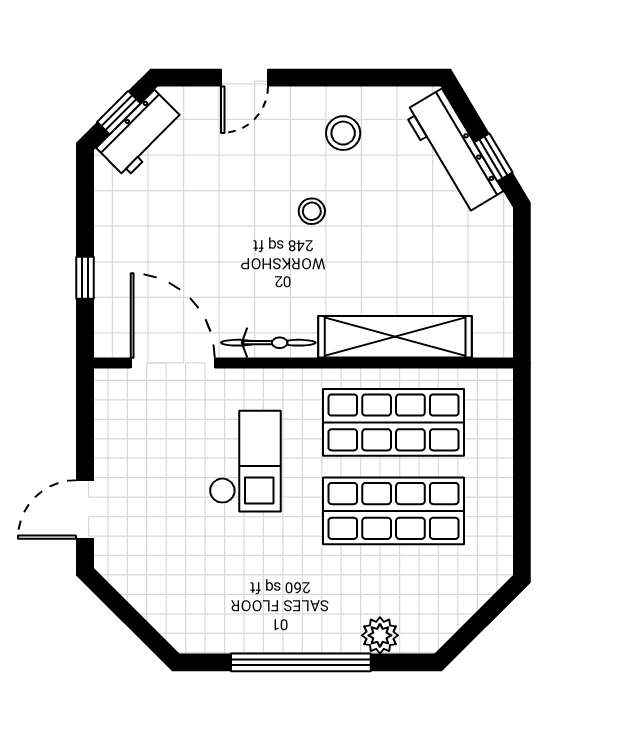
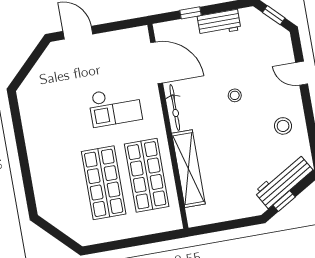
workbench: (140, 134) -> (219, 23), moved, turned -45
stool: (312, 211) -> (235, 95), moved
door: (173, 363) -> (157, 63), hinge flipped
plant: (380, 635) -> (42, 187), removed
window: (301, 662) -> (22, 151), removed

